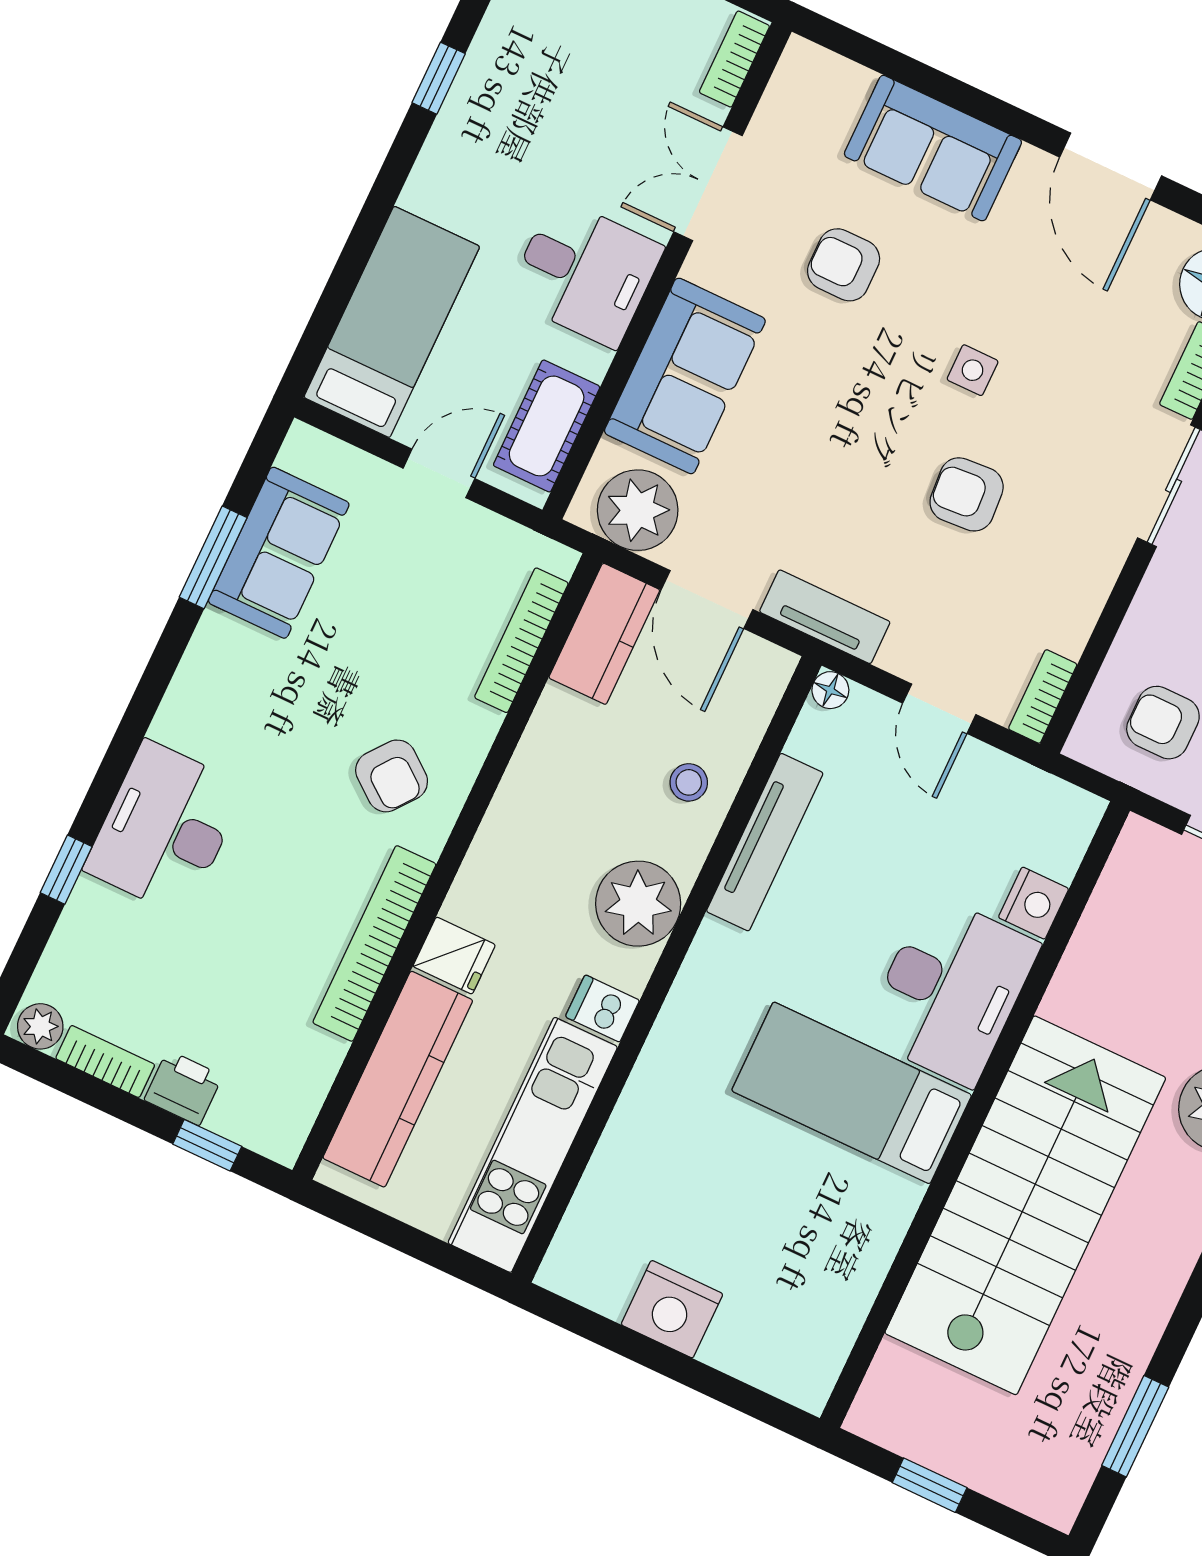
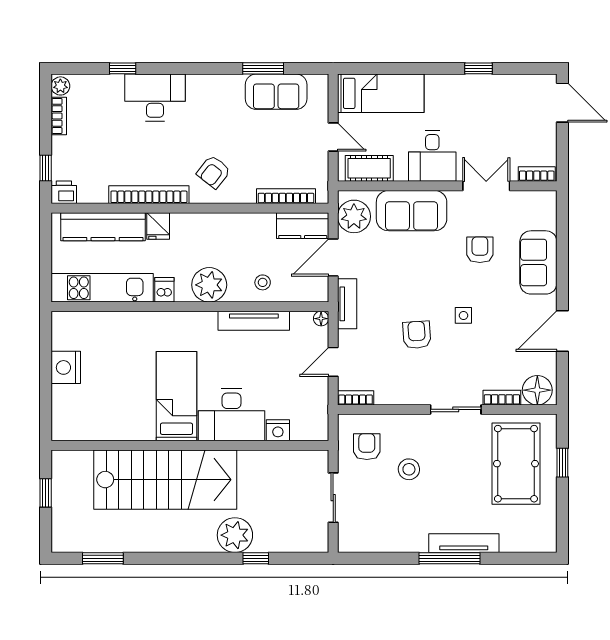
printer: (183, 1088) -> (64, 192), moved, turned -90

